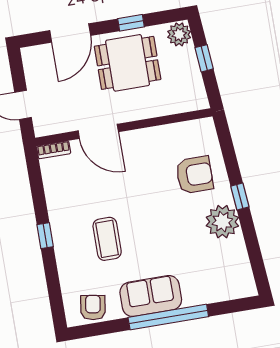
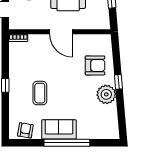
door: (98, 131) -> (61, 32), moved

